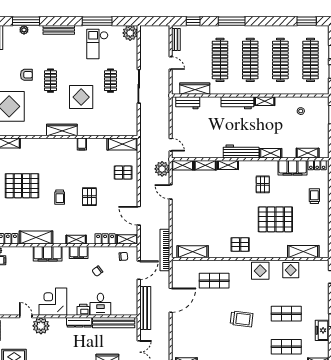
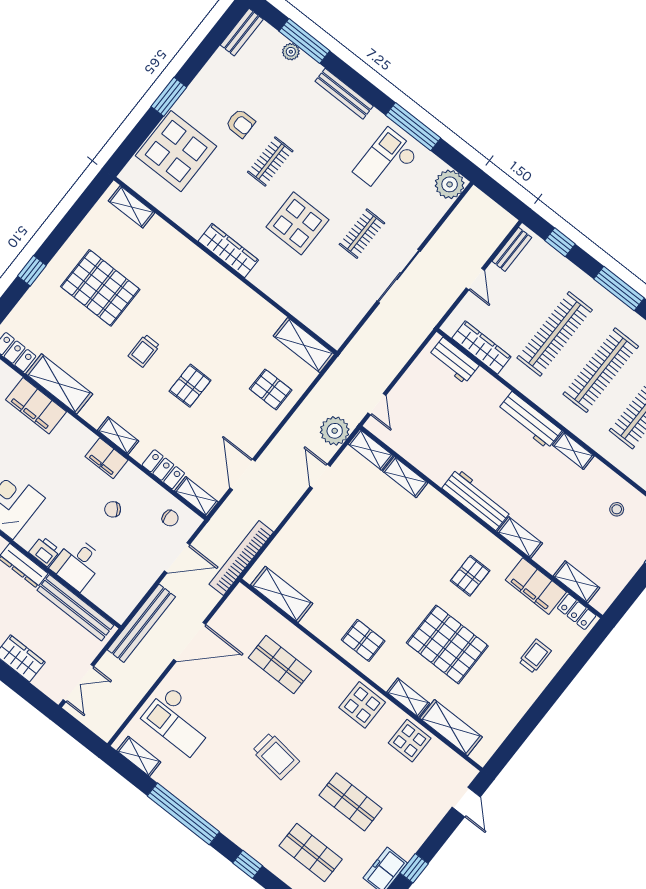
filing cabinet: (82, 144) -> (242, 296), removed
shelving: (228, 165) -> (408, 698), moved
filing cabinet: (48, 254) -> (36, 406), moved
checkout: (191, 335) -> (179, 721), added

